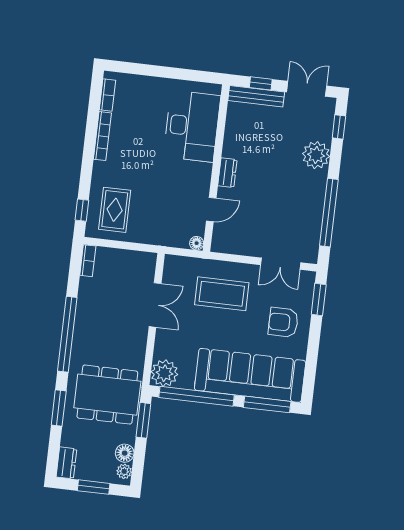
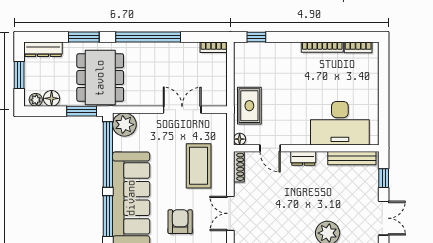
bench: (256, 96) -> (352, 158), moved, turned 90
rug: (115, 210) -> (249, 106), moved, turned 90
shoe rack: (228, 248) -> (239, 167), added
double door: (155, 305) -> (182, 110), swing flipped
dresser: (66, 463) -> (43, 49), width x1.44

